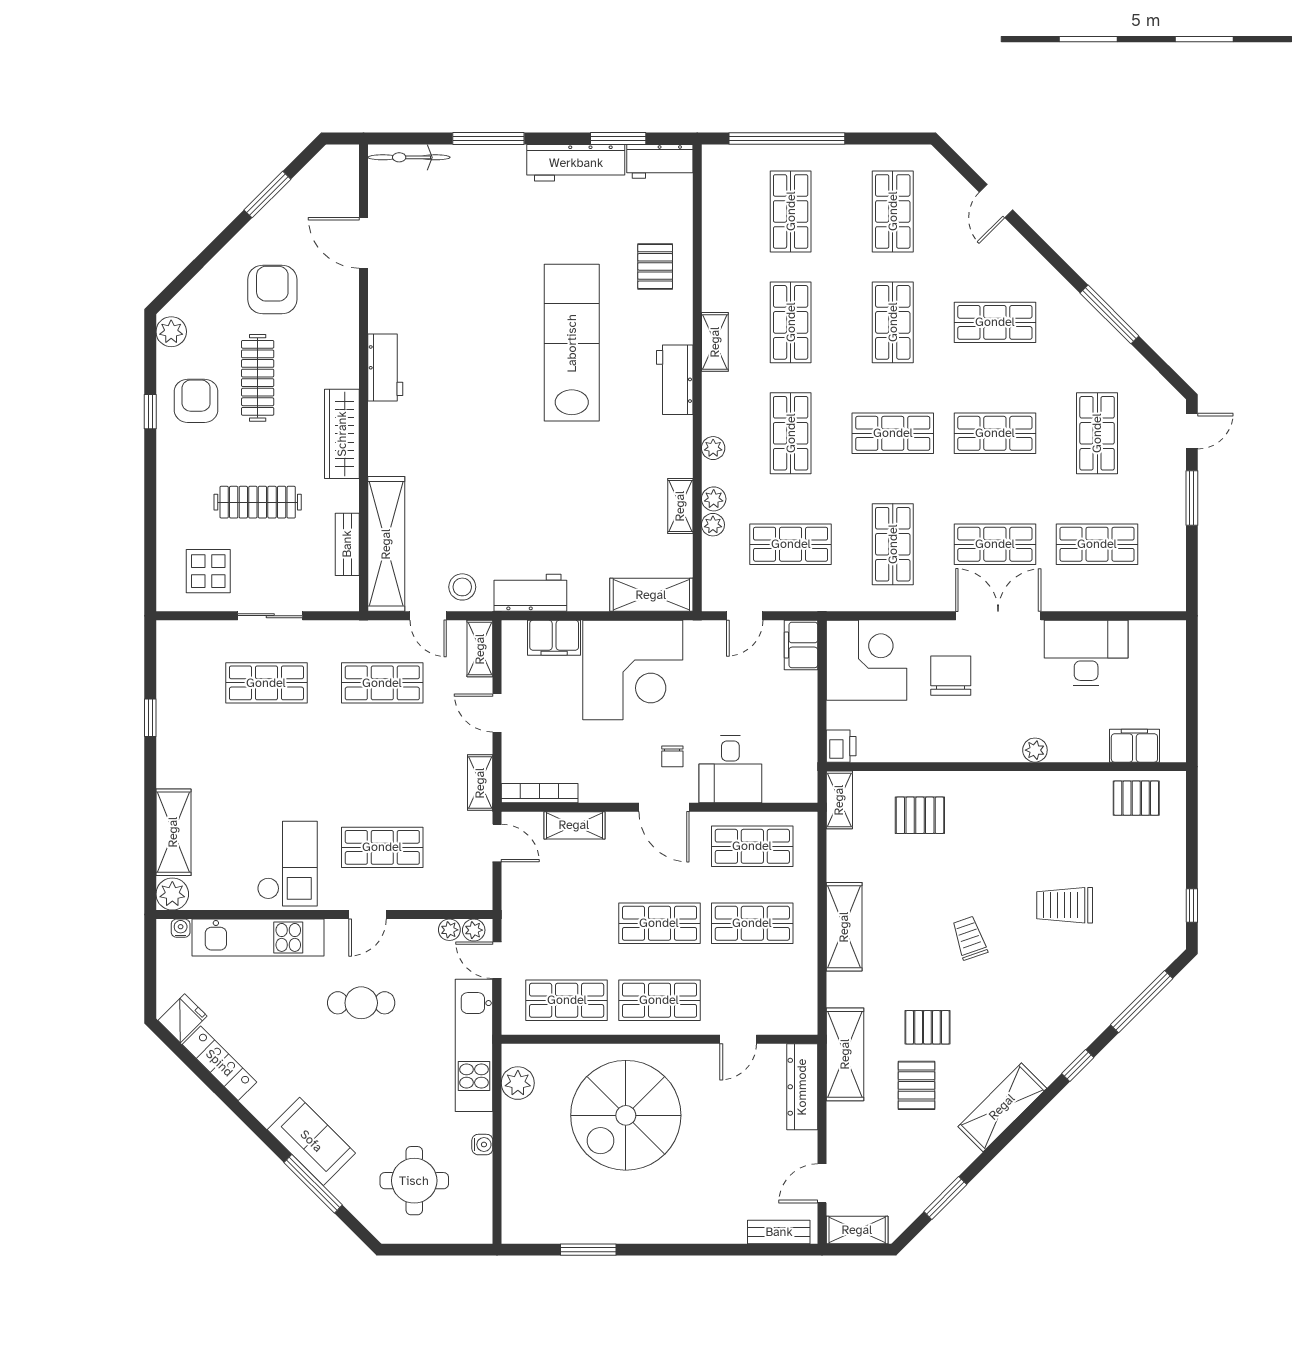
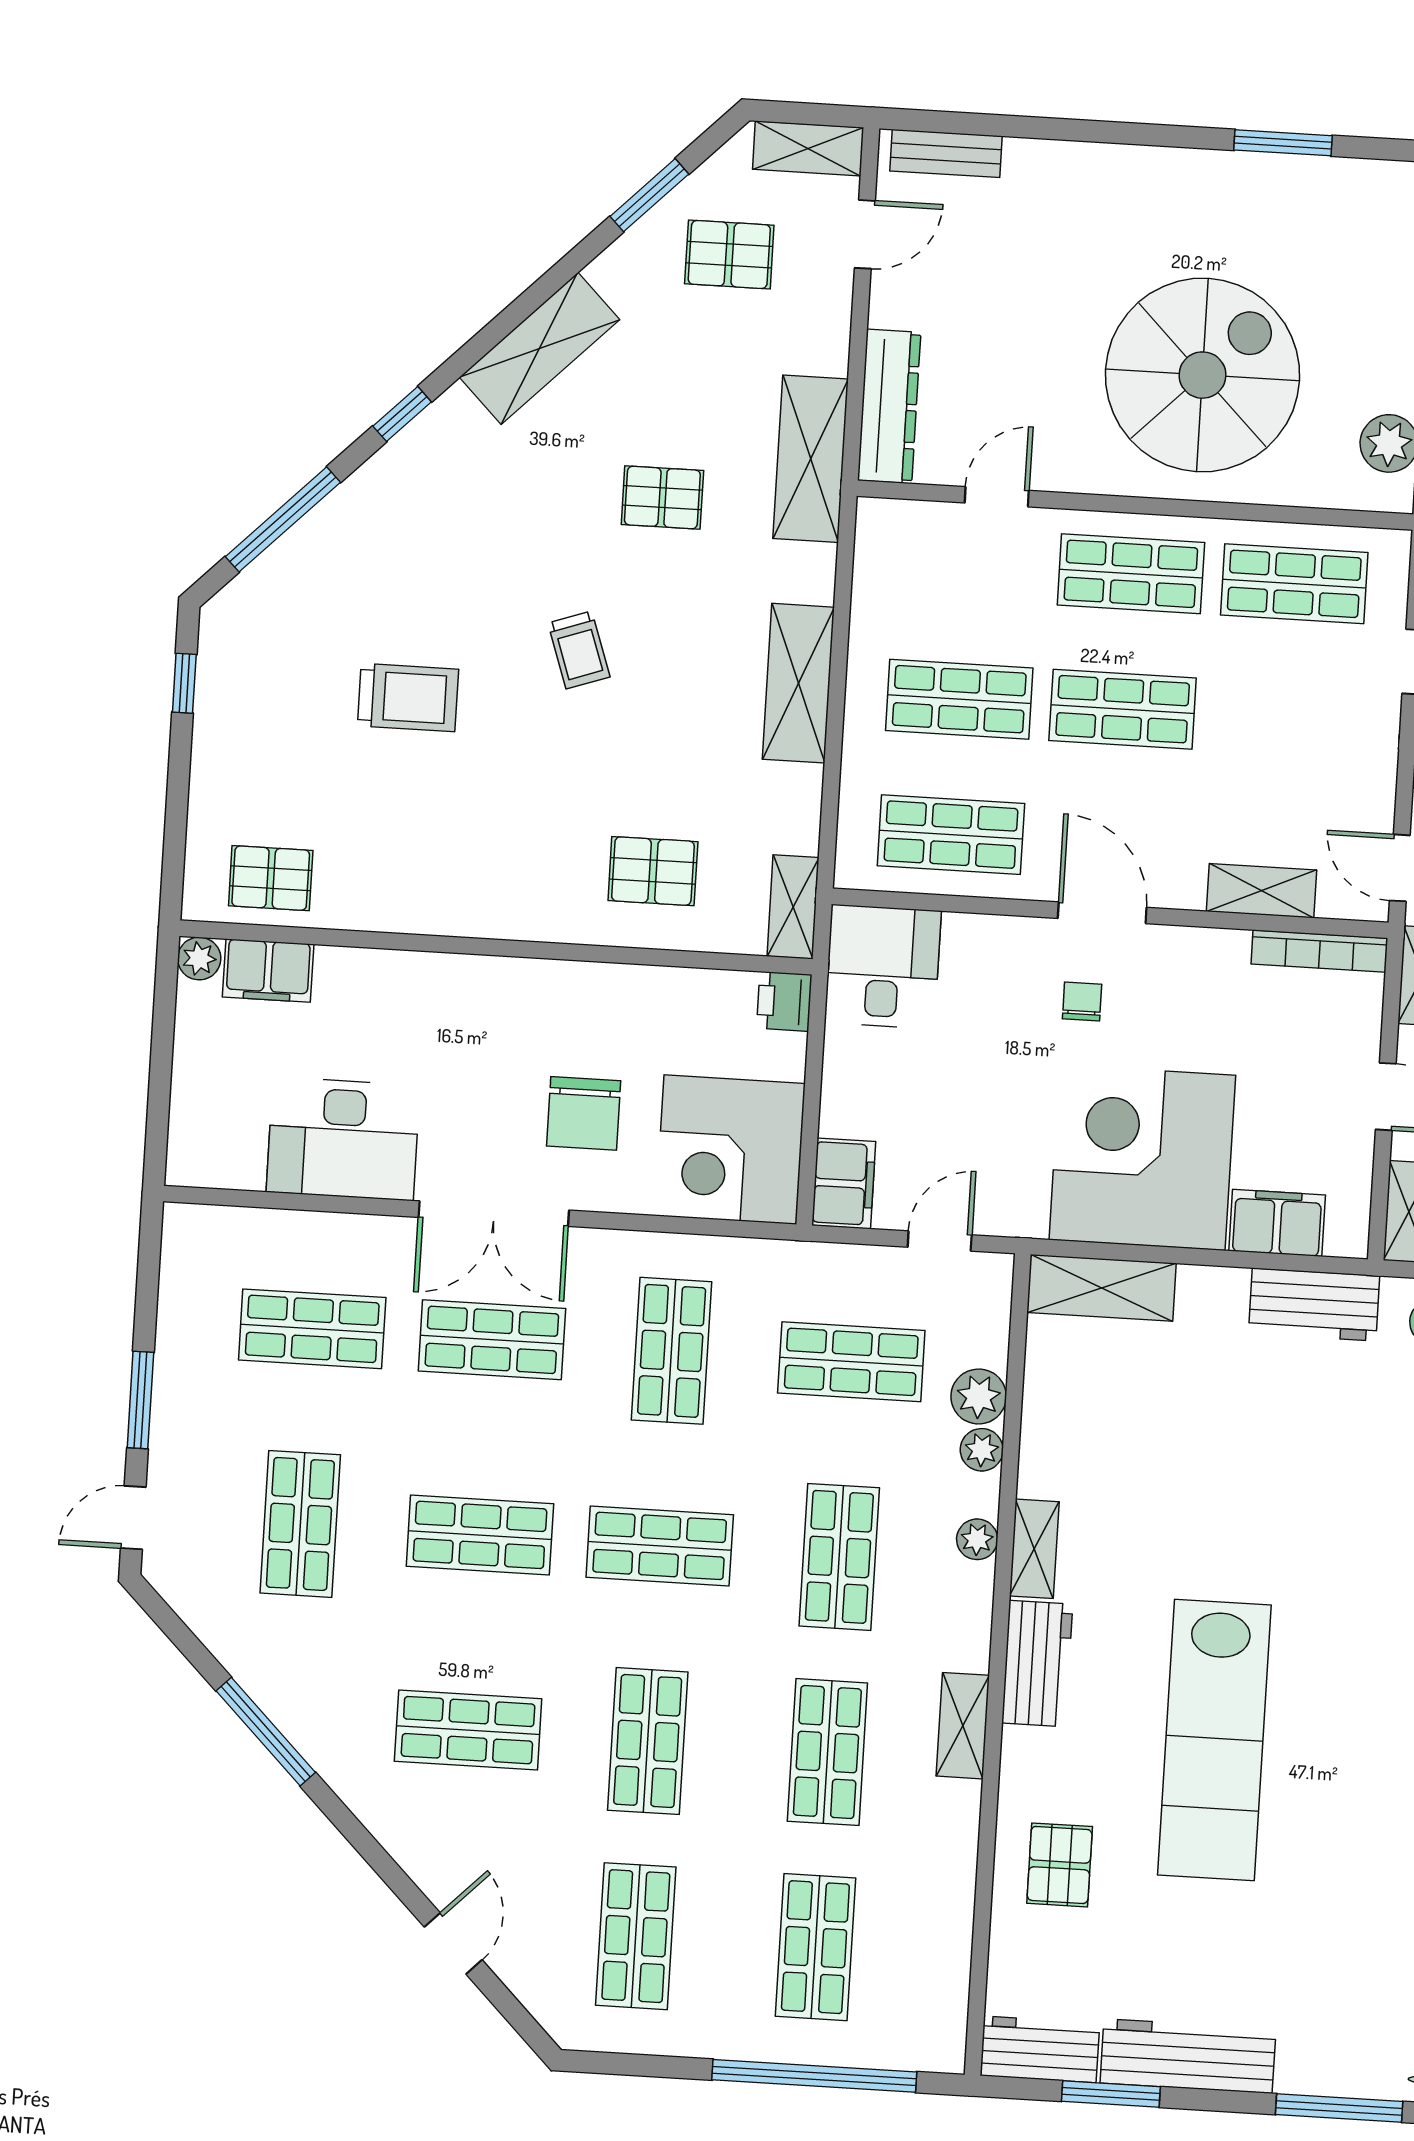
shelving: (680, 506) -> (1034, 1549), moved
plant: (713, 525) -> (979, 1396), width x1.38, depth x1.38
plant: (1035, 750) -> (199, 959), moved
desk: (730, 769) -> (883, 967), moved
pallet: (917, 1085) -> (729, 254), moved, turned 90

